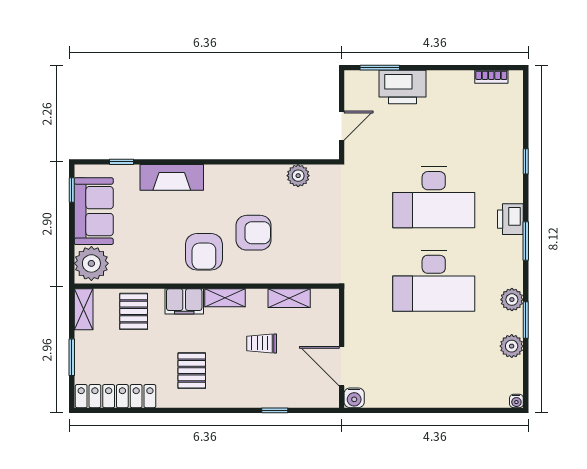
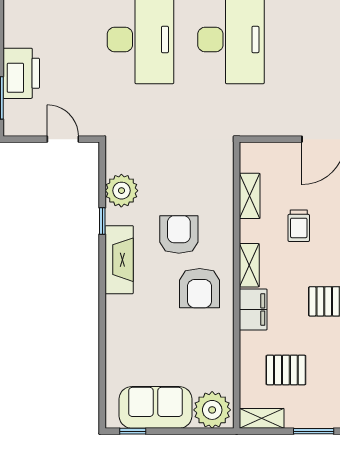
window: (122, 162) -> (102, 221), moved
plant: (298, 176) -> (121, 191), width x1.36, depth x1.36
fireplace: (172, 177) -> (119, 260), moved
armchair: (204, 252) -> (200, 288), turned 90
pallet: (134, 311) -> (286, 370), moved

